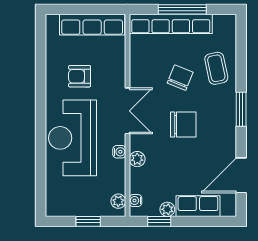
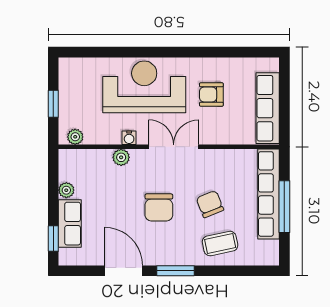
armchair: (80, 76) -> (211, 94), turned -90
chair: (180, 78) -> (210, 204), turned -134
double door: (128, 111) -> (174, 147), swing flipped
door: (241, 175) -> (124, 271), moved
water cooler: (136, 201) -> (76, 156), removed
window: (159, 221) -> (53, 239), moved

